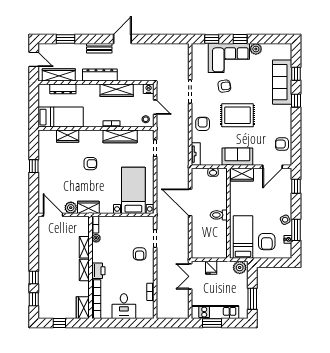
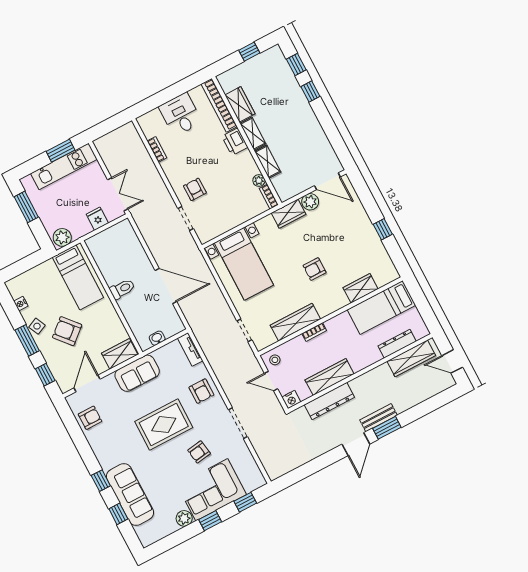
window: (66, 39) -> (387, 428), moved
dresser: (100, 75) -> (329, 401), moved
window: (296, 230) -> (27, 340), moved
armchair: (267, 242) -> (67, 331), moved, turned -41
wardrobe: (83, 308) -> (240, 104), moved

